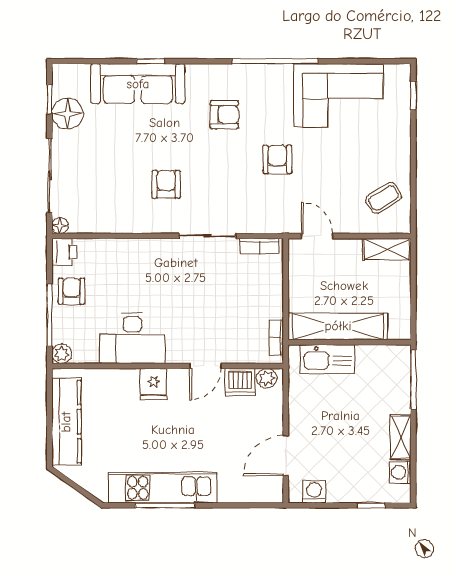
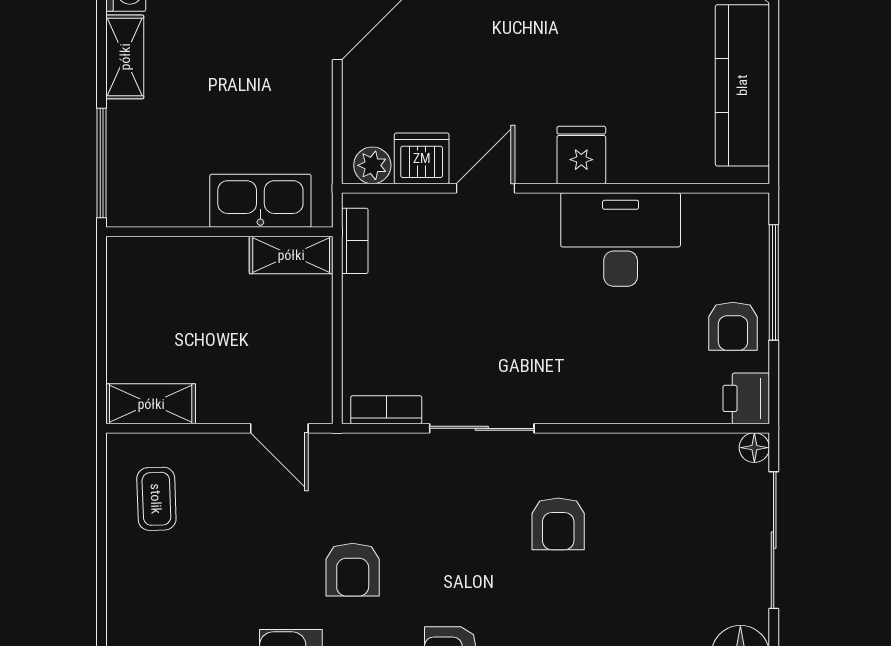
coffee table: (384, 198) -> (156, 499), turned -60
shelving: (338, 326) -> (291, 255), width x0.45, depth x0.75
plant: (62, 354) -> (751, 211), removed

